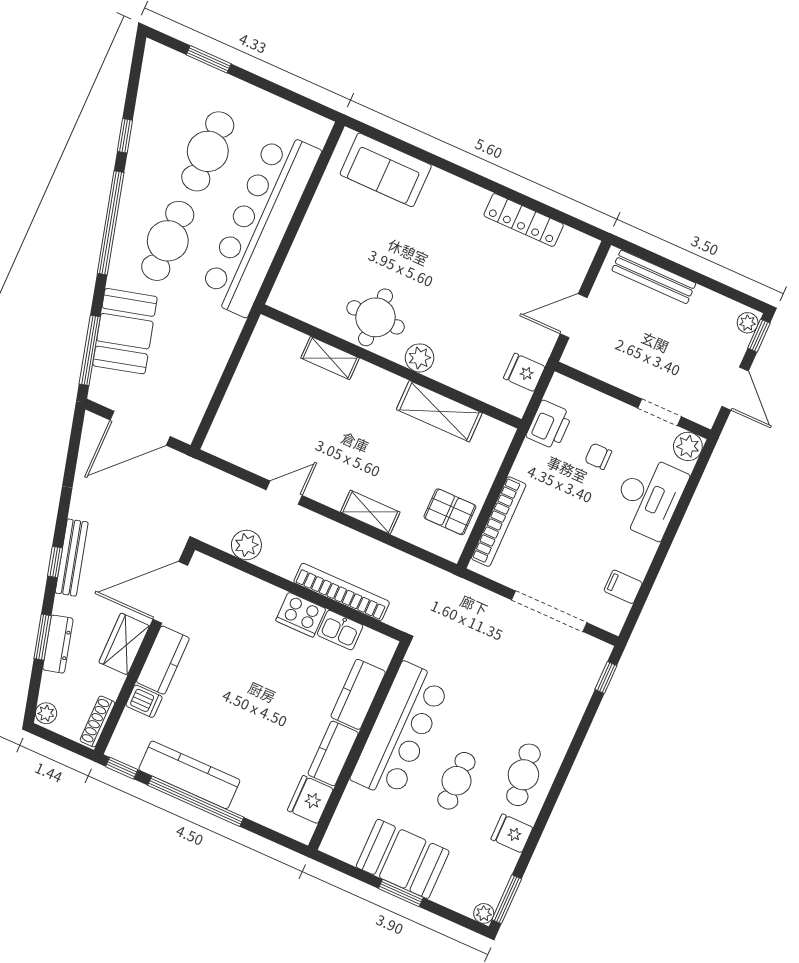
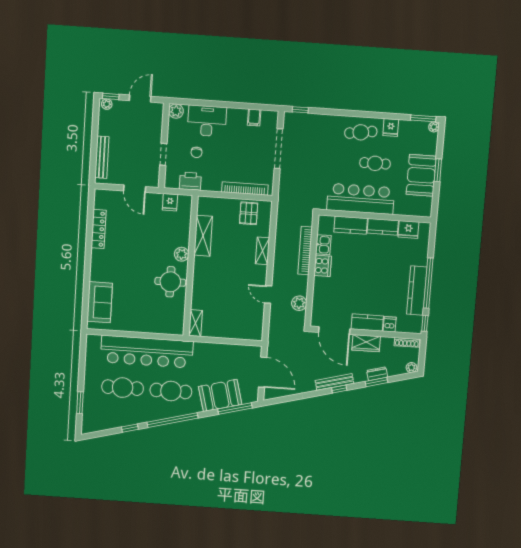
shelving: (330, 358) -> (195, 323), moved
doorway: (660, 412) -> (163, 154), moved
dresser: (58, 644) -> (377, 374), width x0.70

